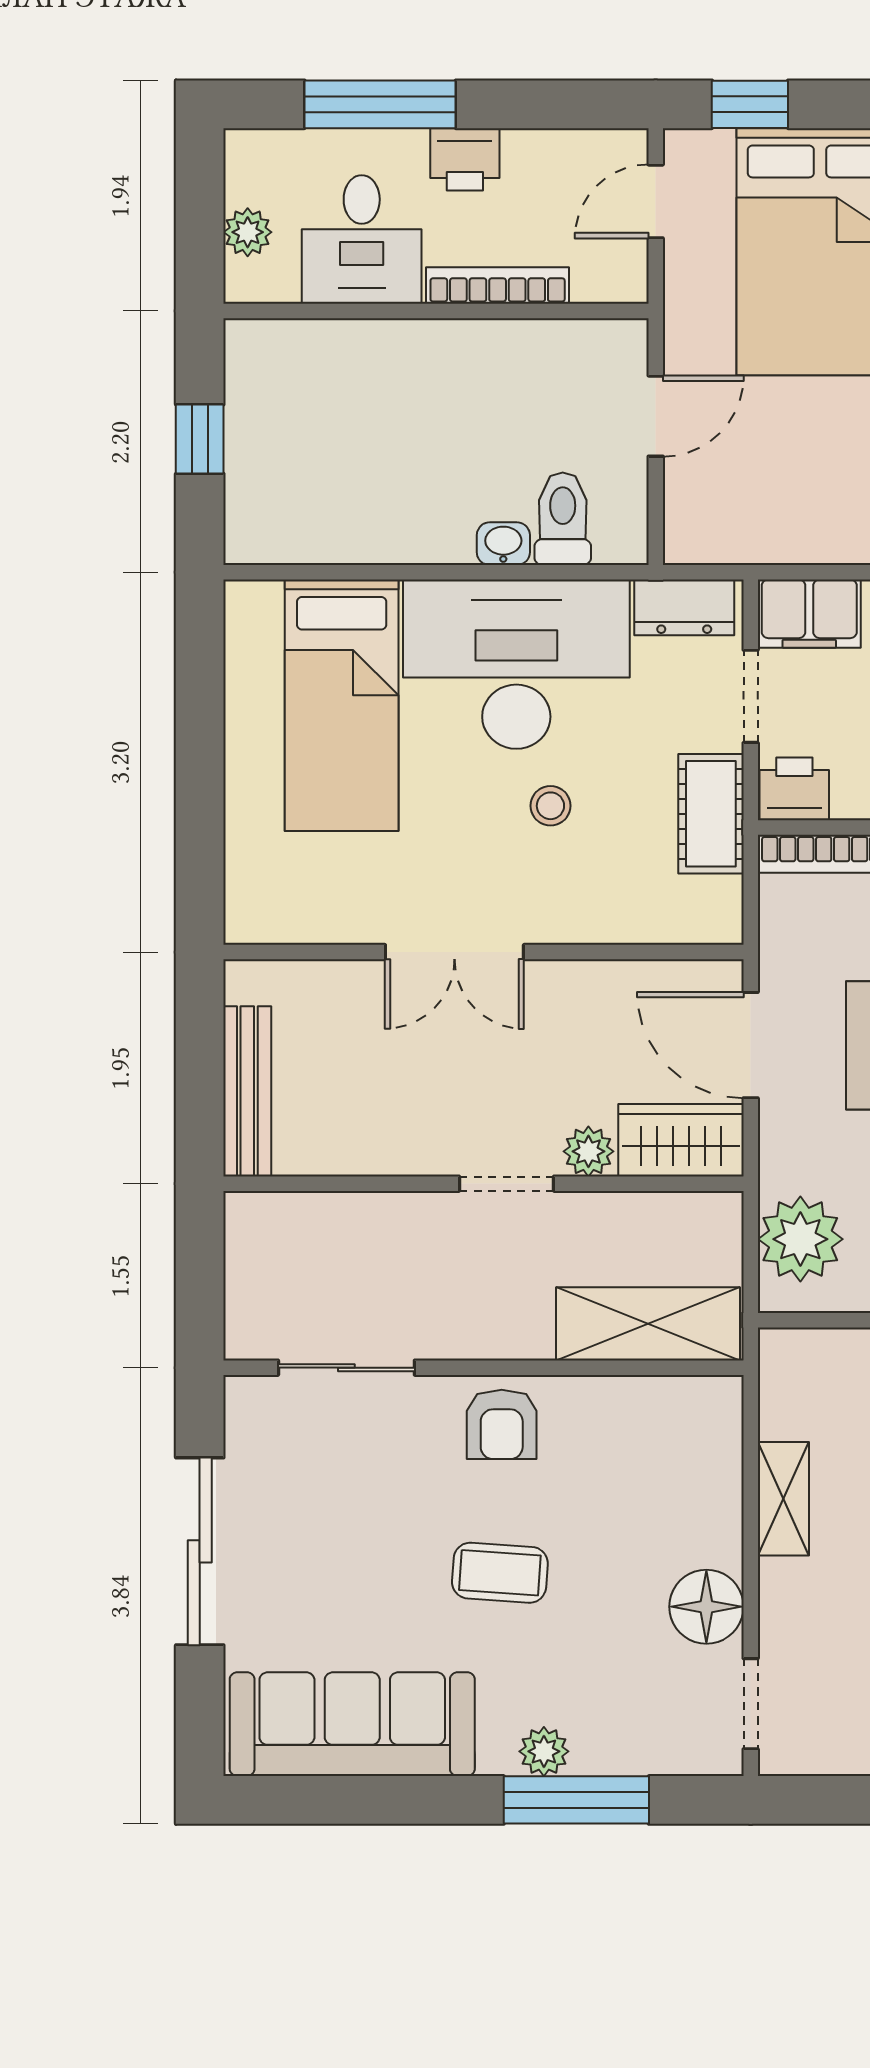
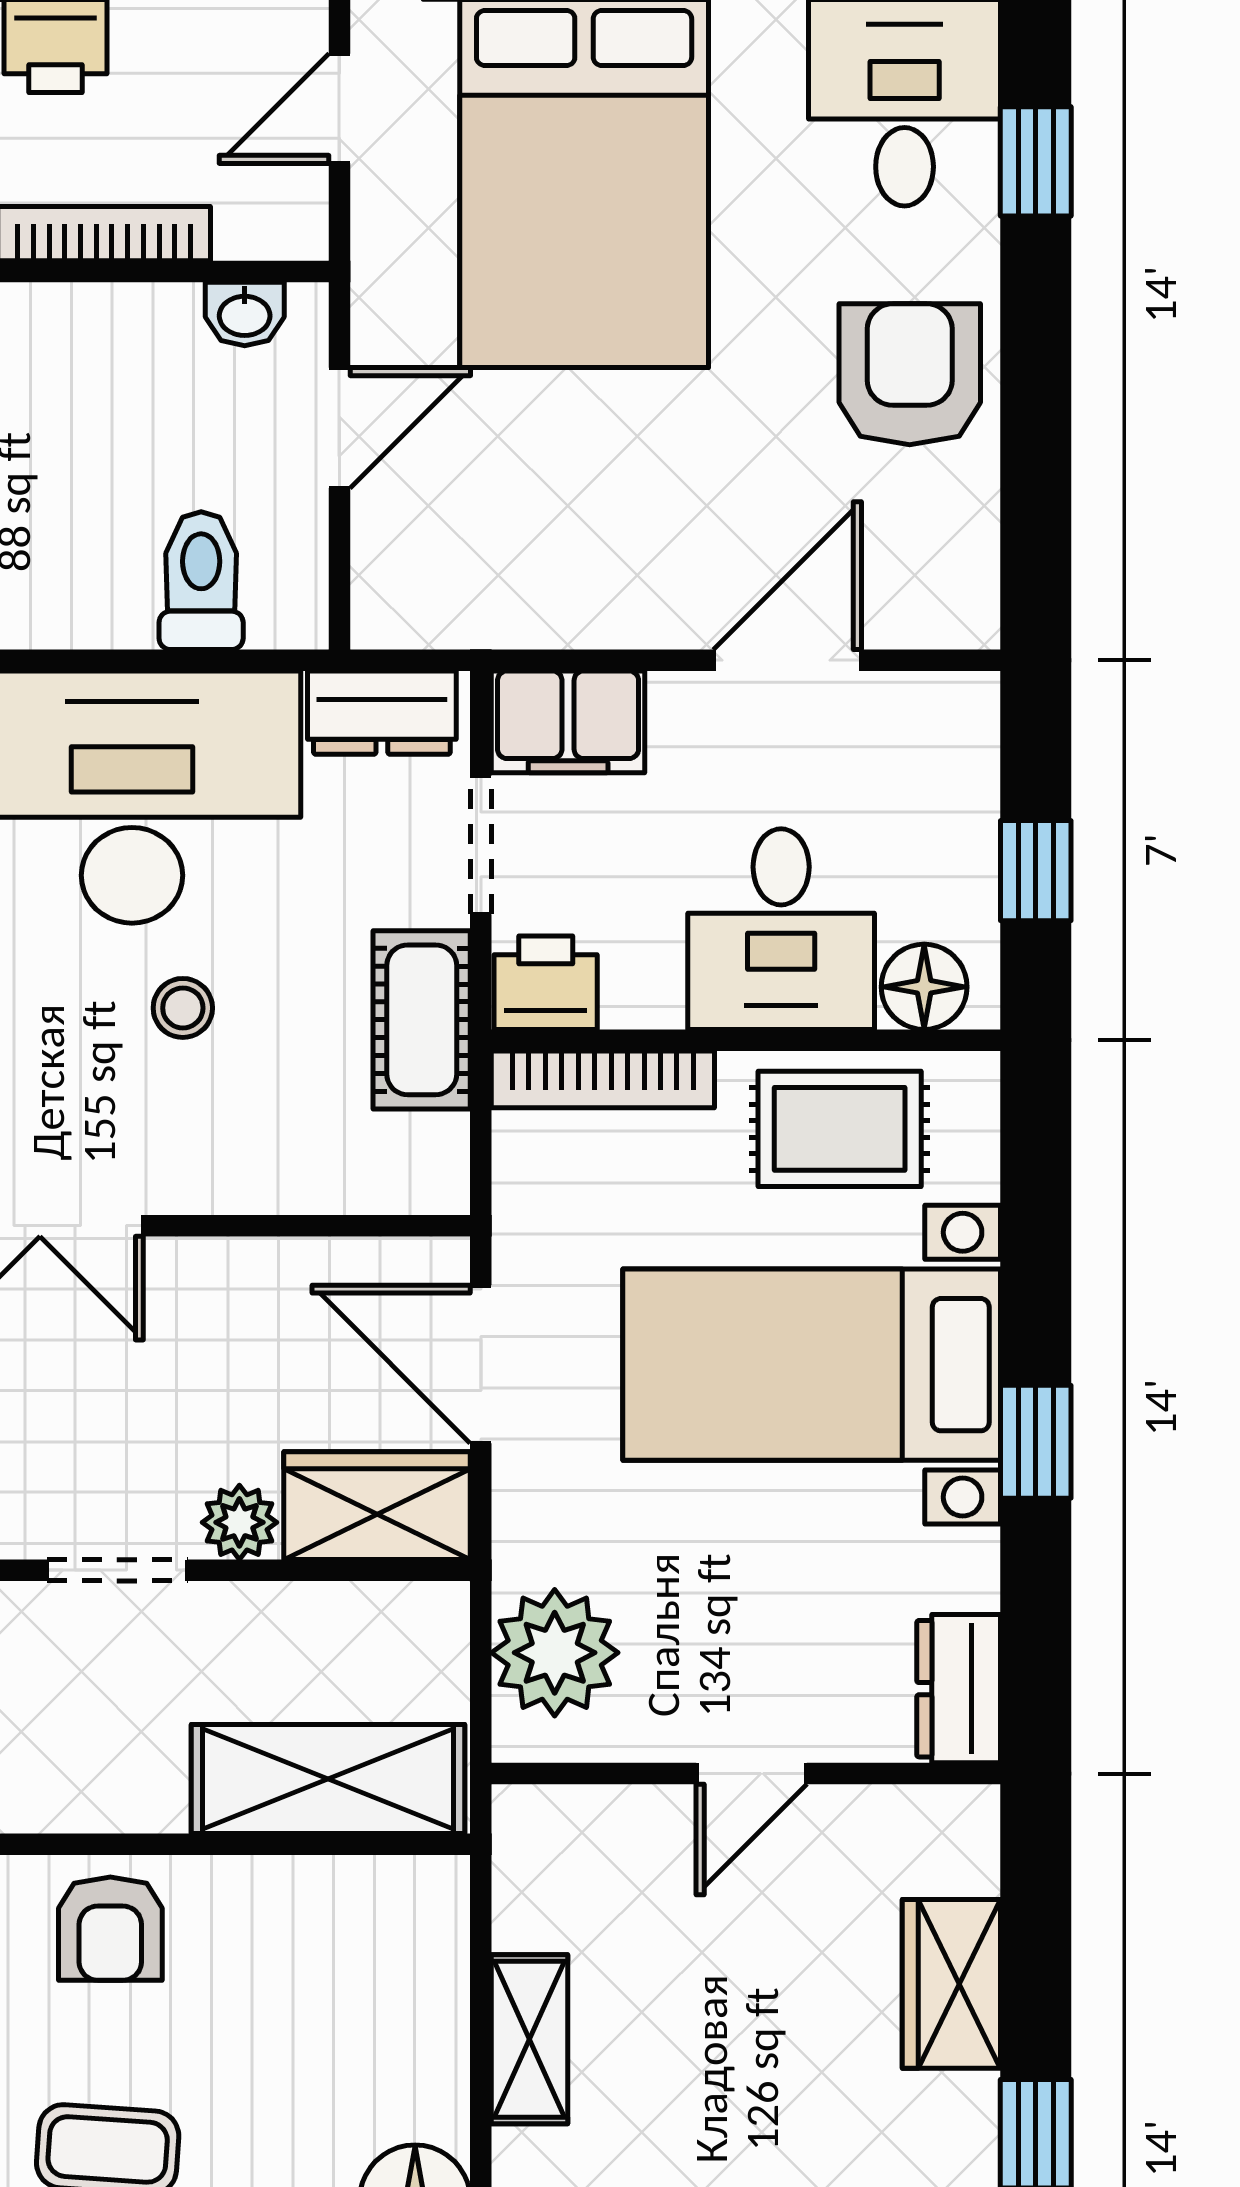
washbasin: (503, 544) -> (245, 314), moved, turned 180

